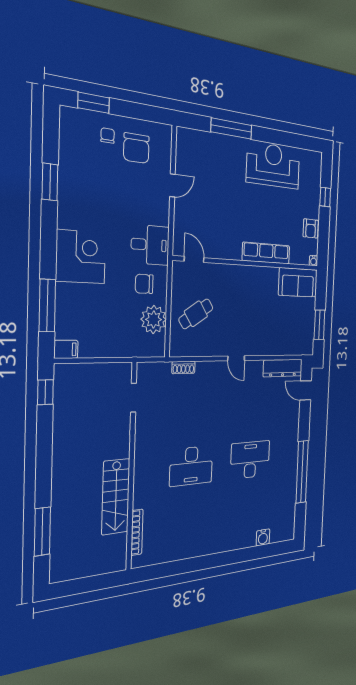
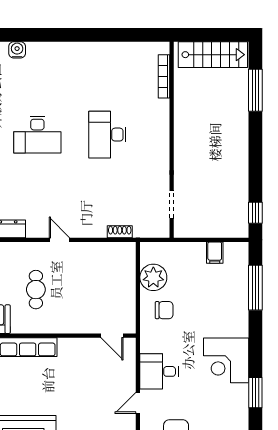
desk: (150, 245) -> (159, 371), moved
corner desk: (81, 257) -> (226, 360), moved
cafe table: (196, 314) -> (36, 290), moved, turned -57
filing cabinet: (66, 349) -> (215, 253), moved, turned -90
desk: (191, 466) -> (107, 135), turned -90
stairs: (116, 497) -> (213, 55), moved, turned 90

